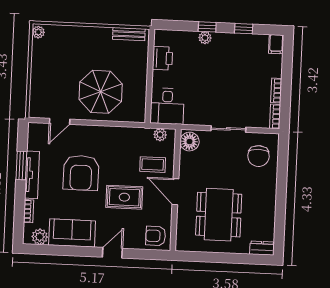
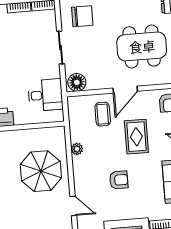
desk: (167, 106) -> (45, 95), moved
plant: (160, 135) -> (77, 149), moved
armchair: (81, 173) -> (119, 180), width x0.53, depth x0.53

